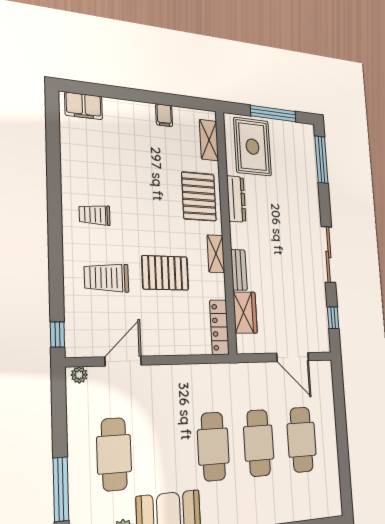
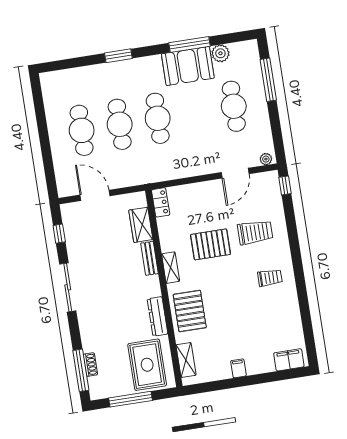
filing cabinet: (164, 115) -> (238, 368), moved
shoe rack: (311, 163) -> (90, 365), added
locker: (219, 327) -> (161, 202), width x0.66

